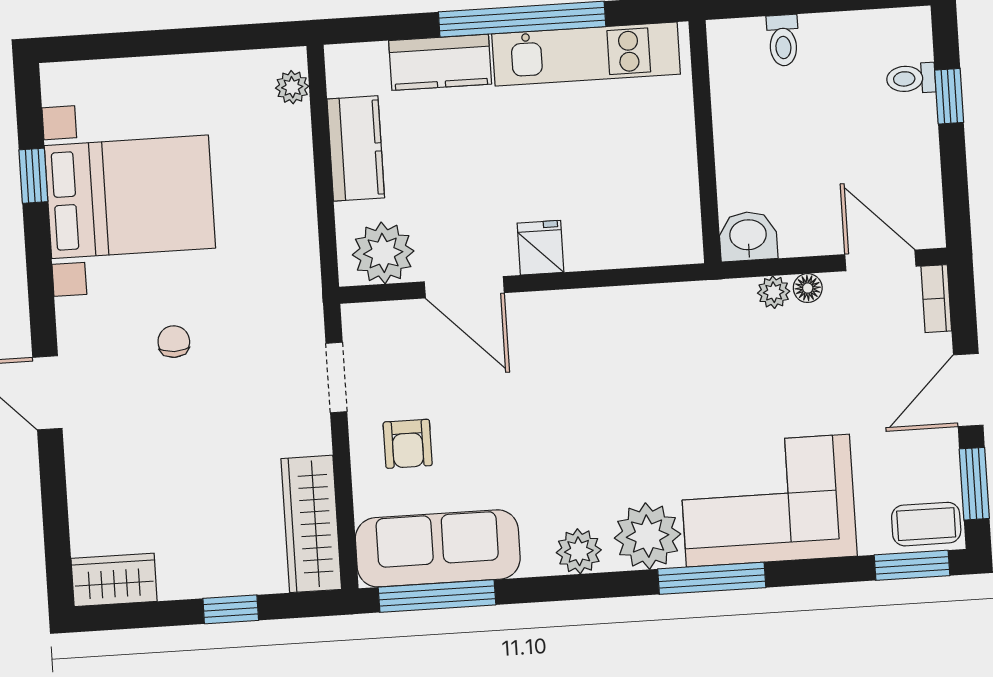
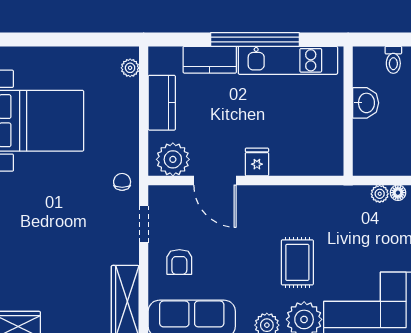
washbasin: (748, 236) -> (366, 103), moved, turned 90
chair: (174, 342) -> (122, 182), moved
rug: (628, 430) -> (297, 262), added

